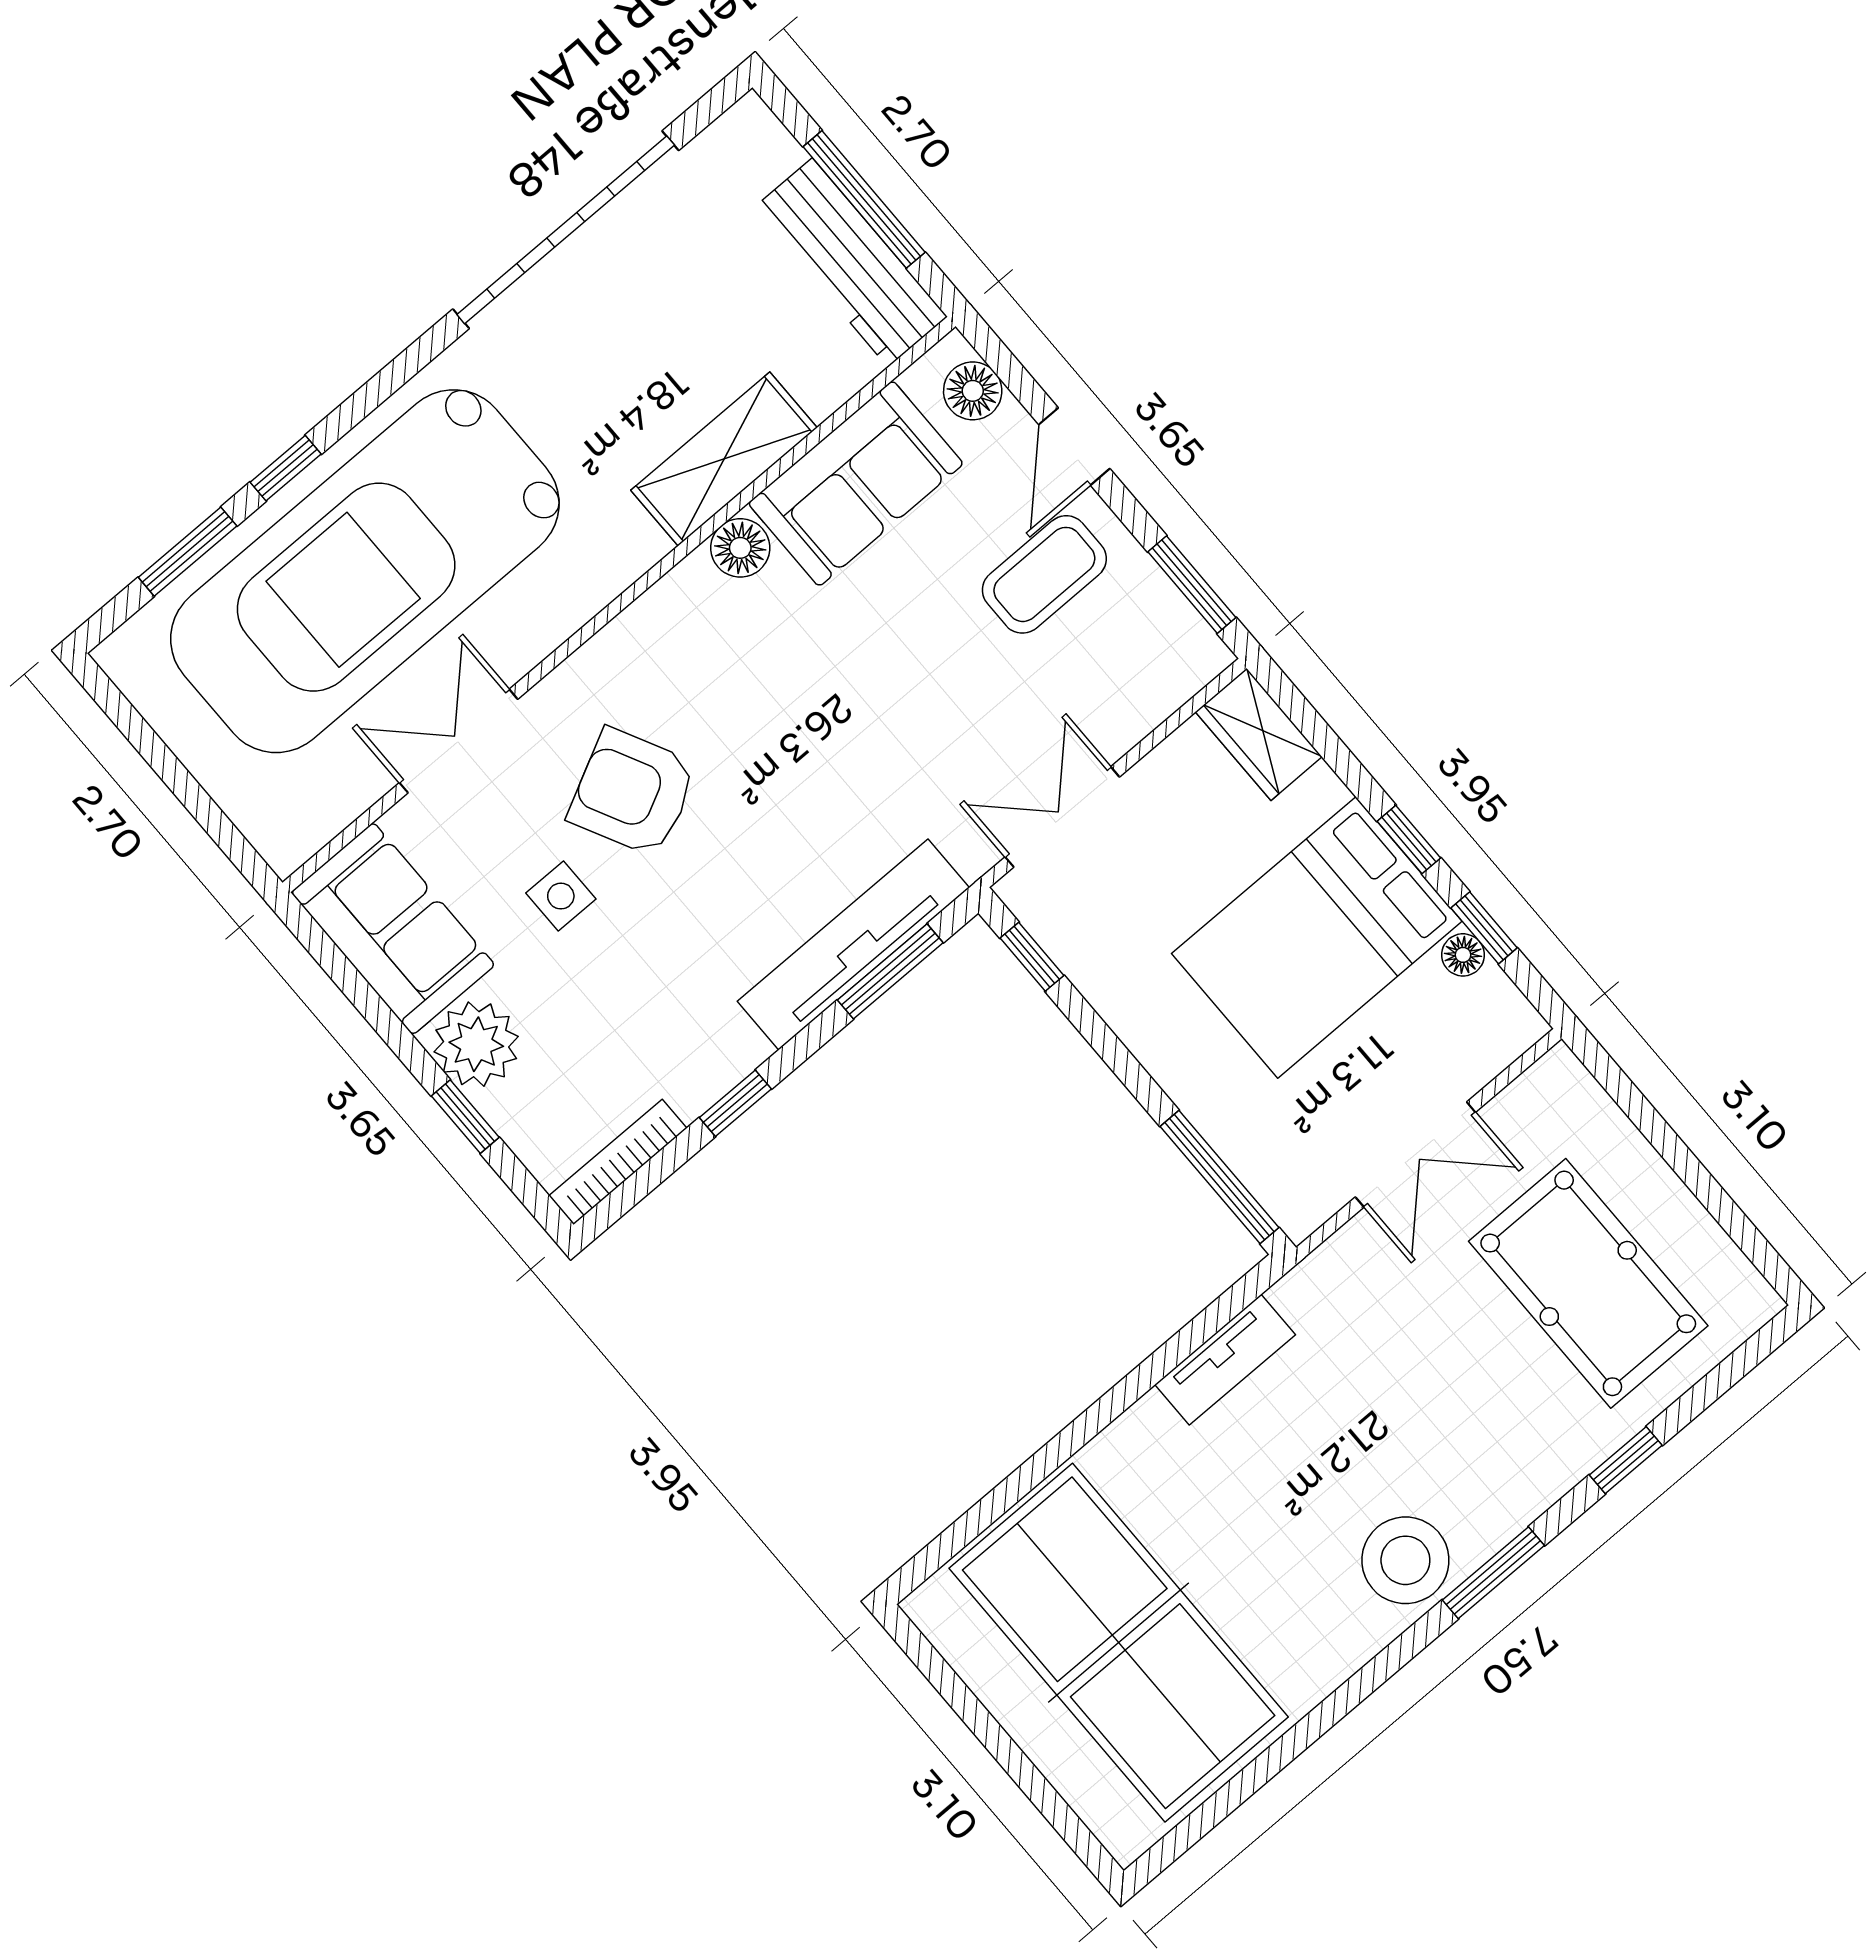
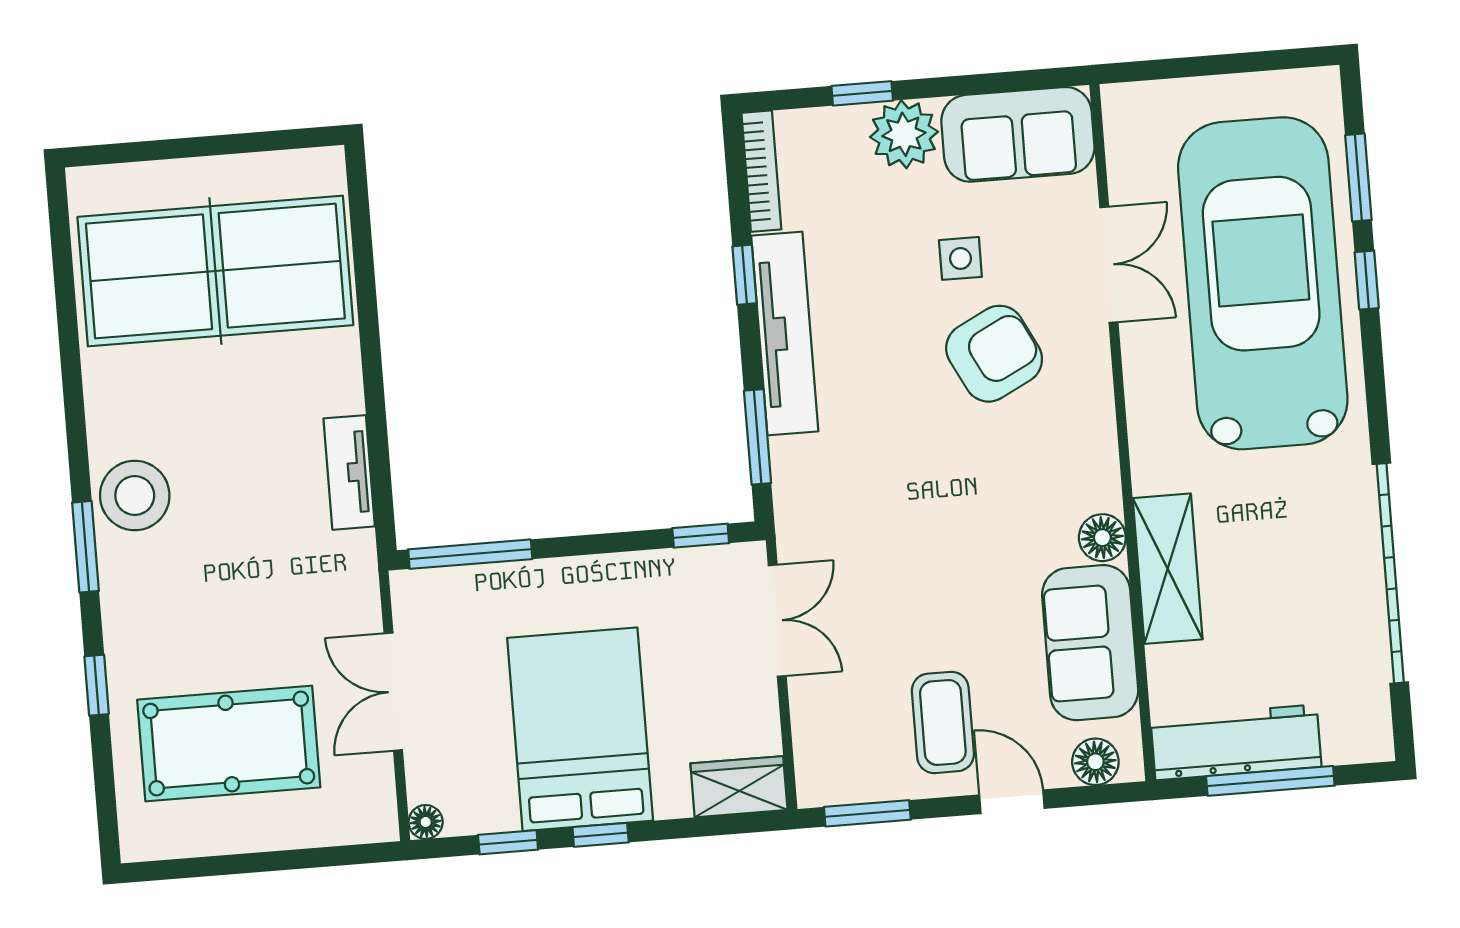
tv unit: (853, 944) -> (785, 334), moved
floor lamp: (1463, 955) -> (426, 822), moved

